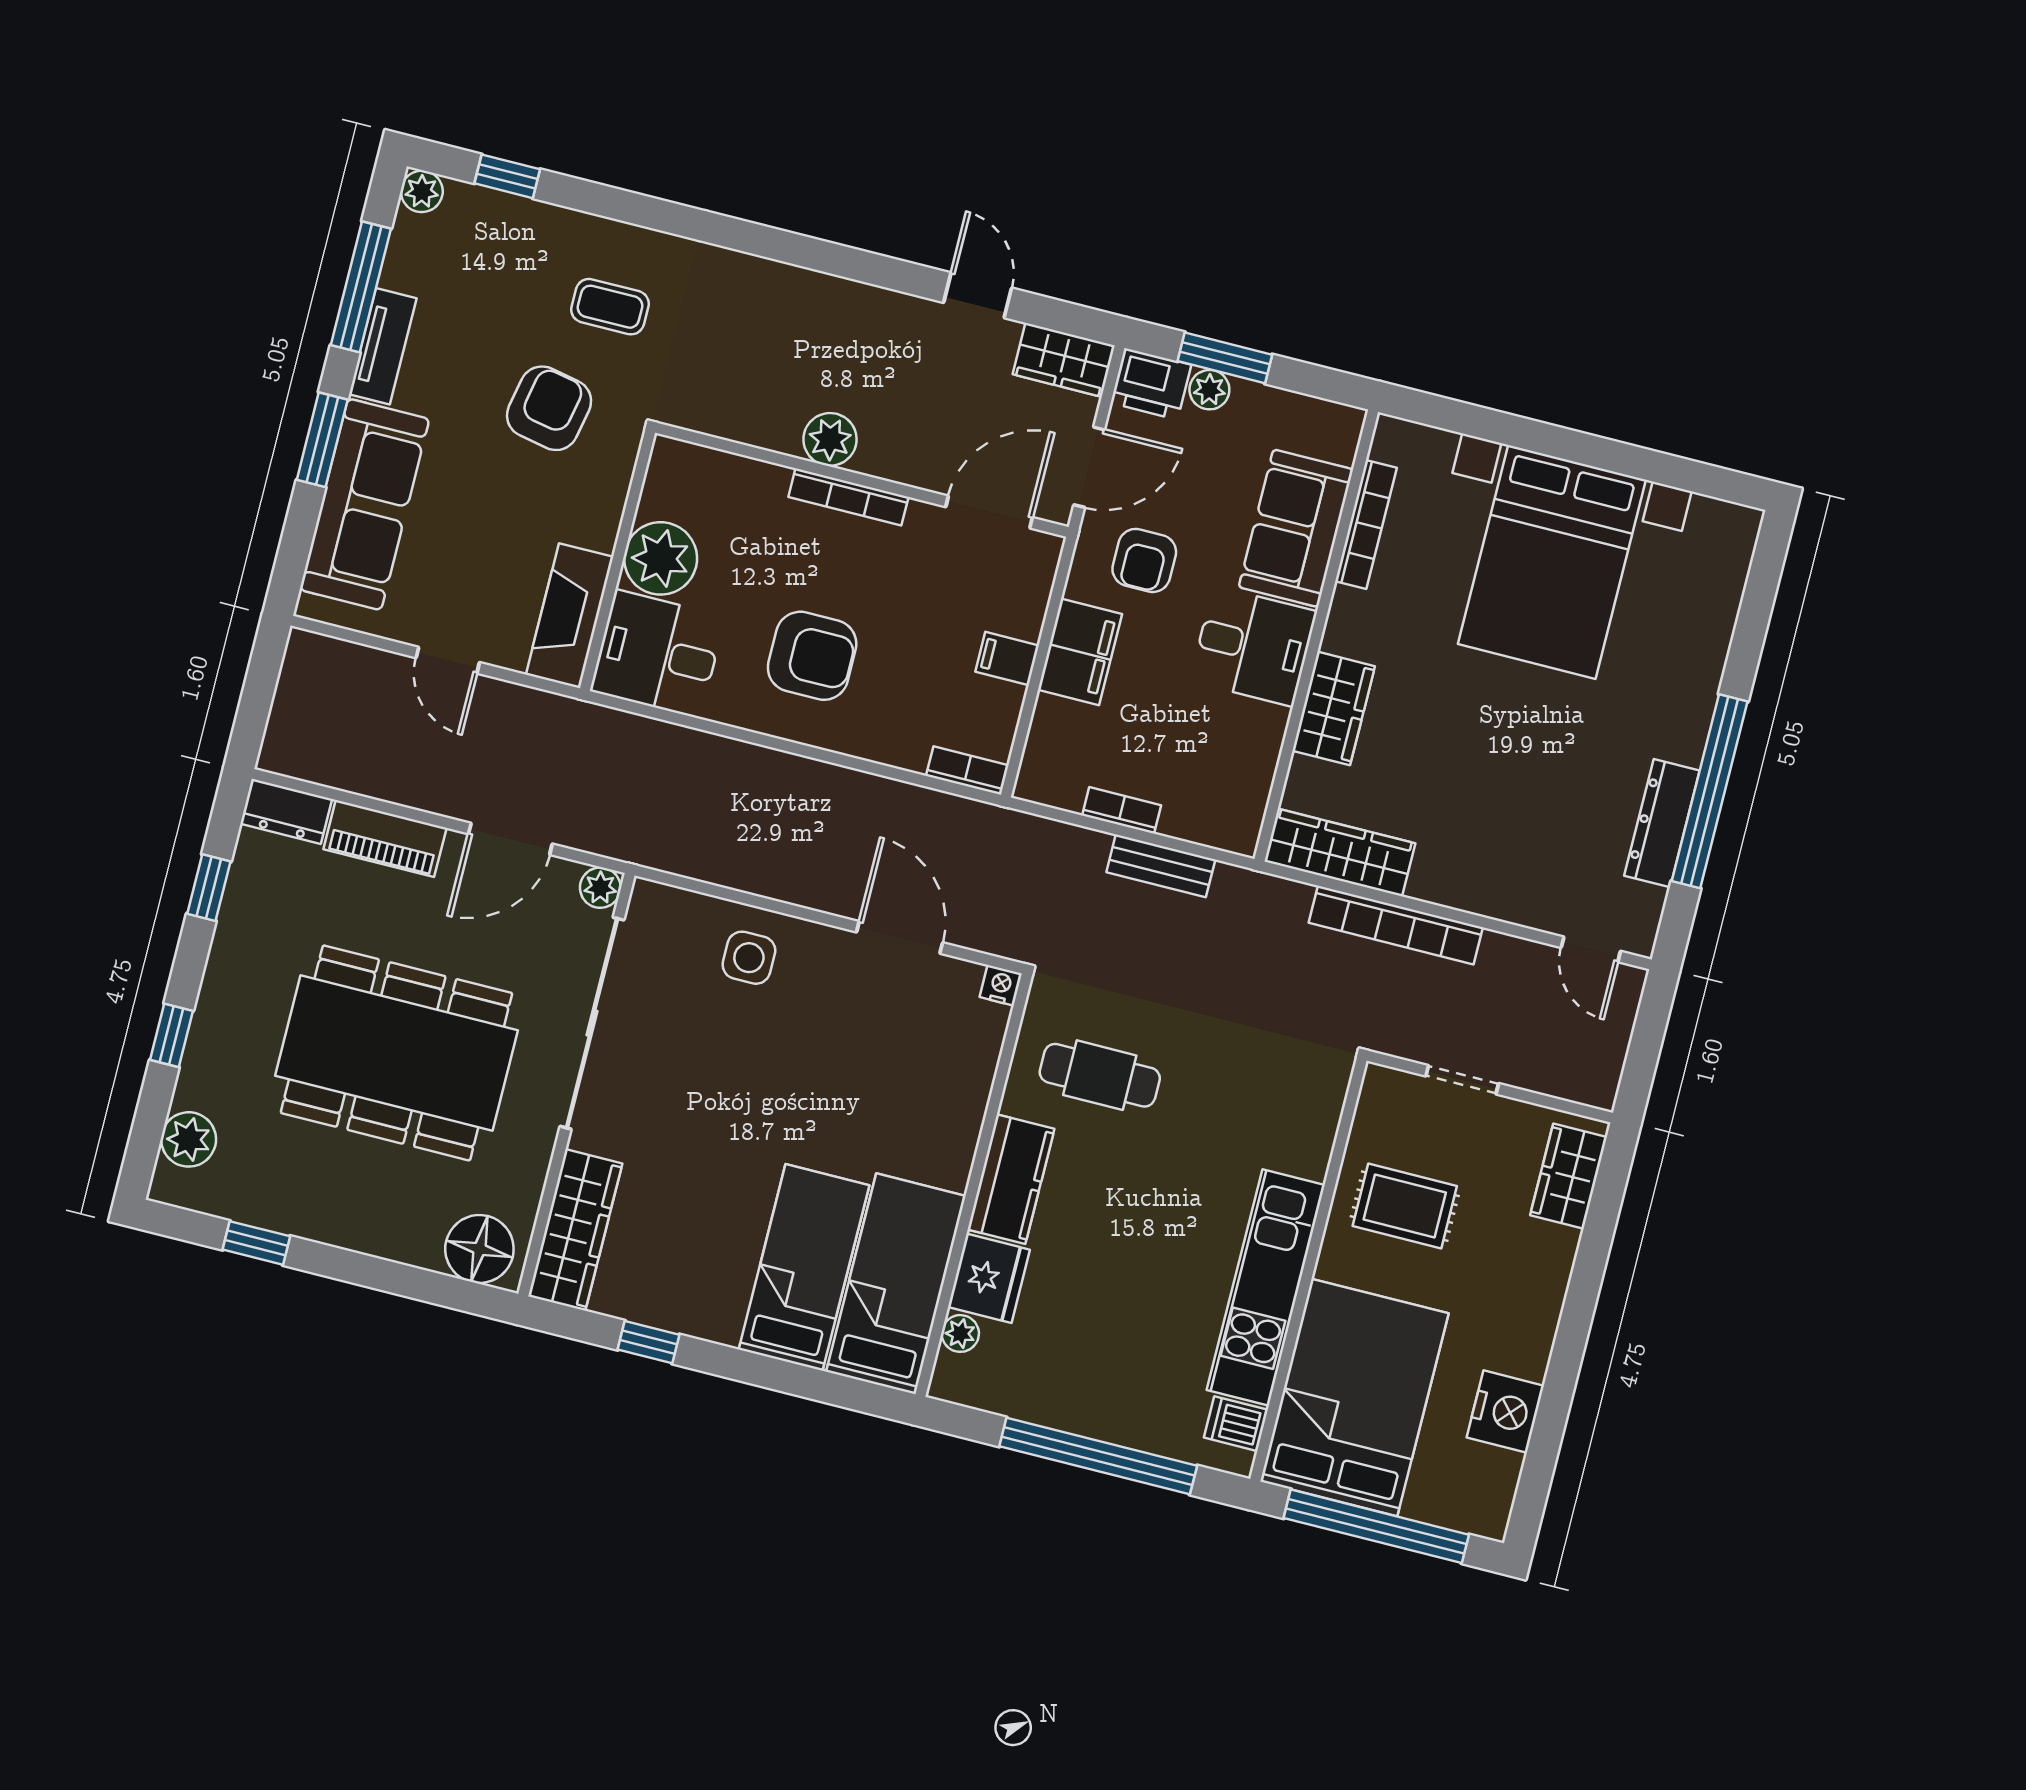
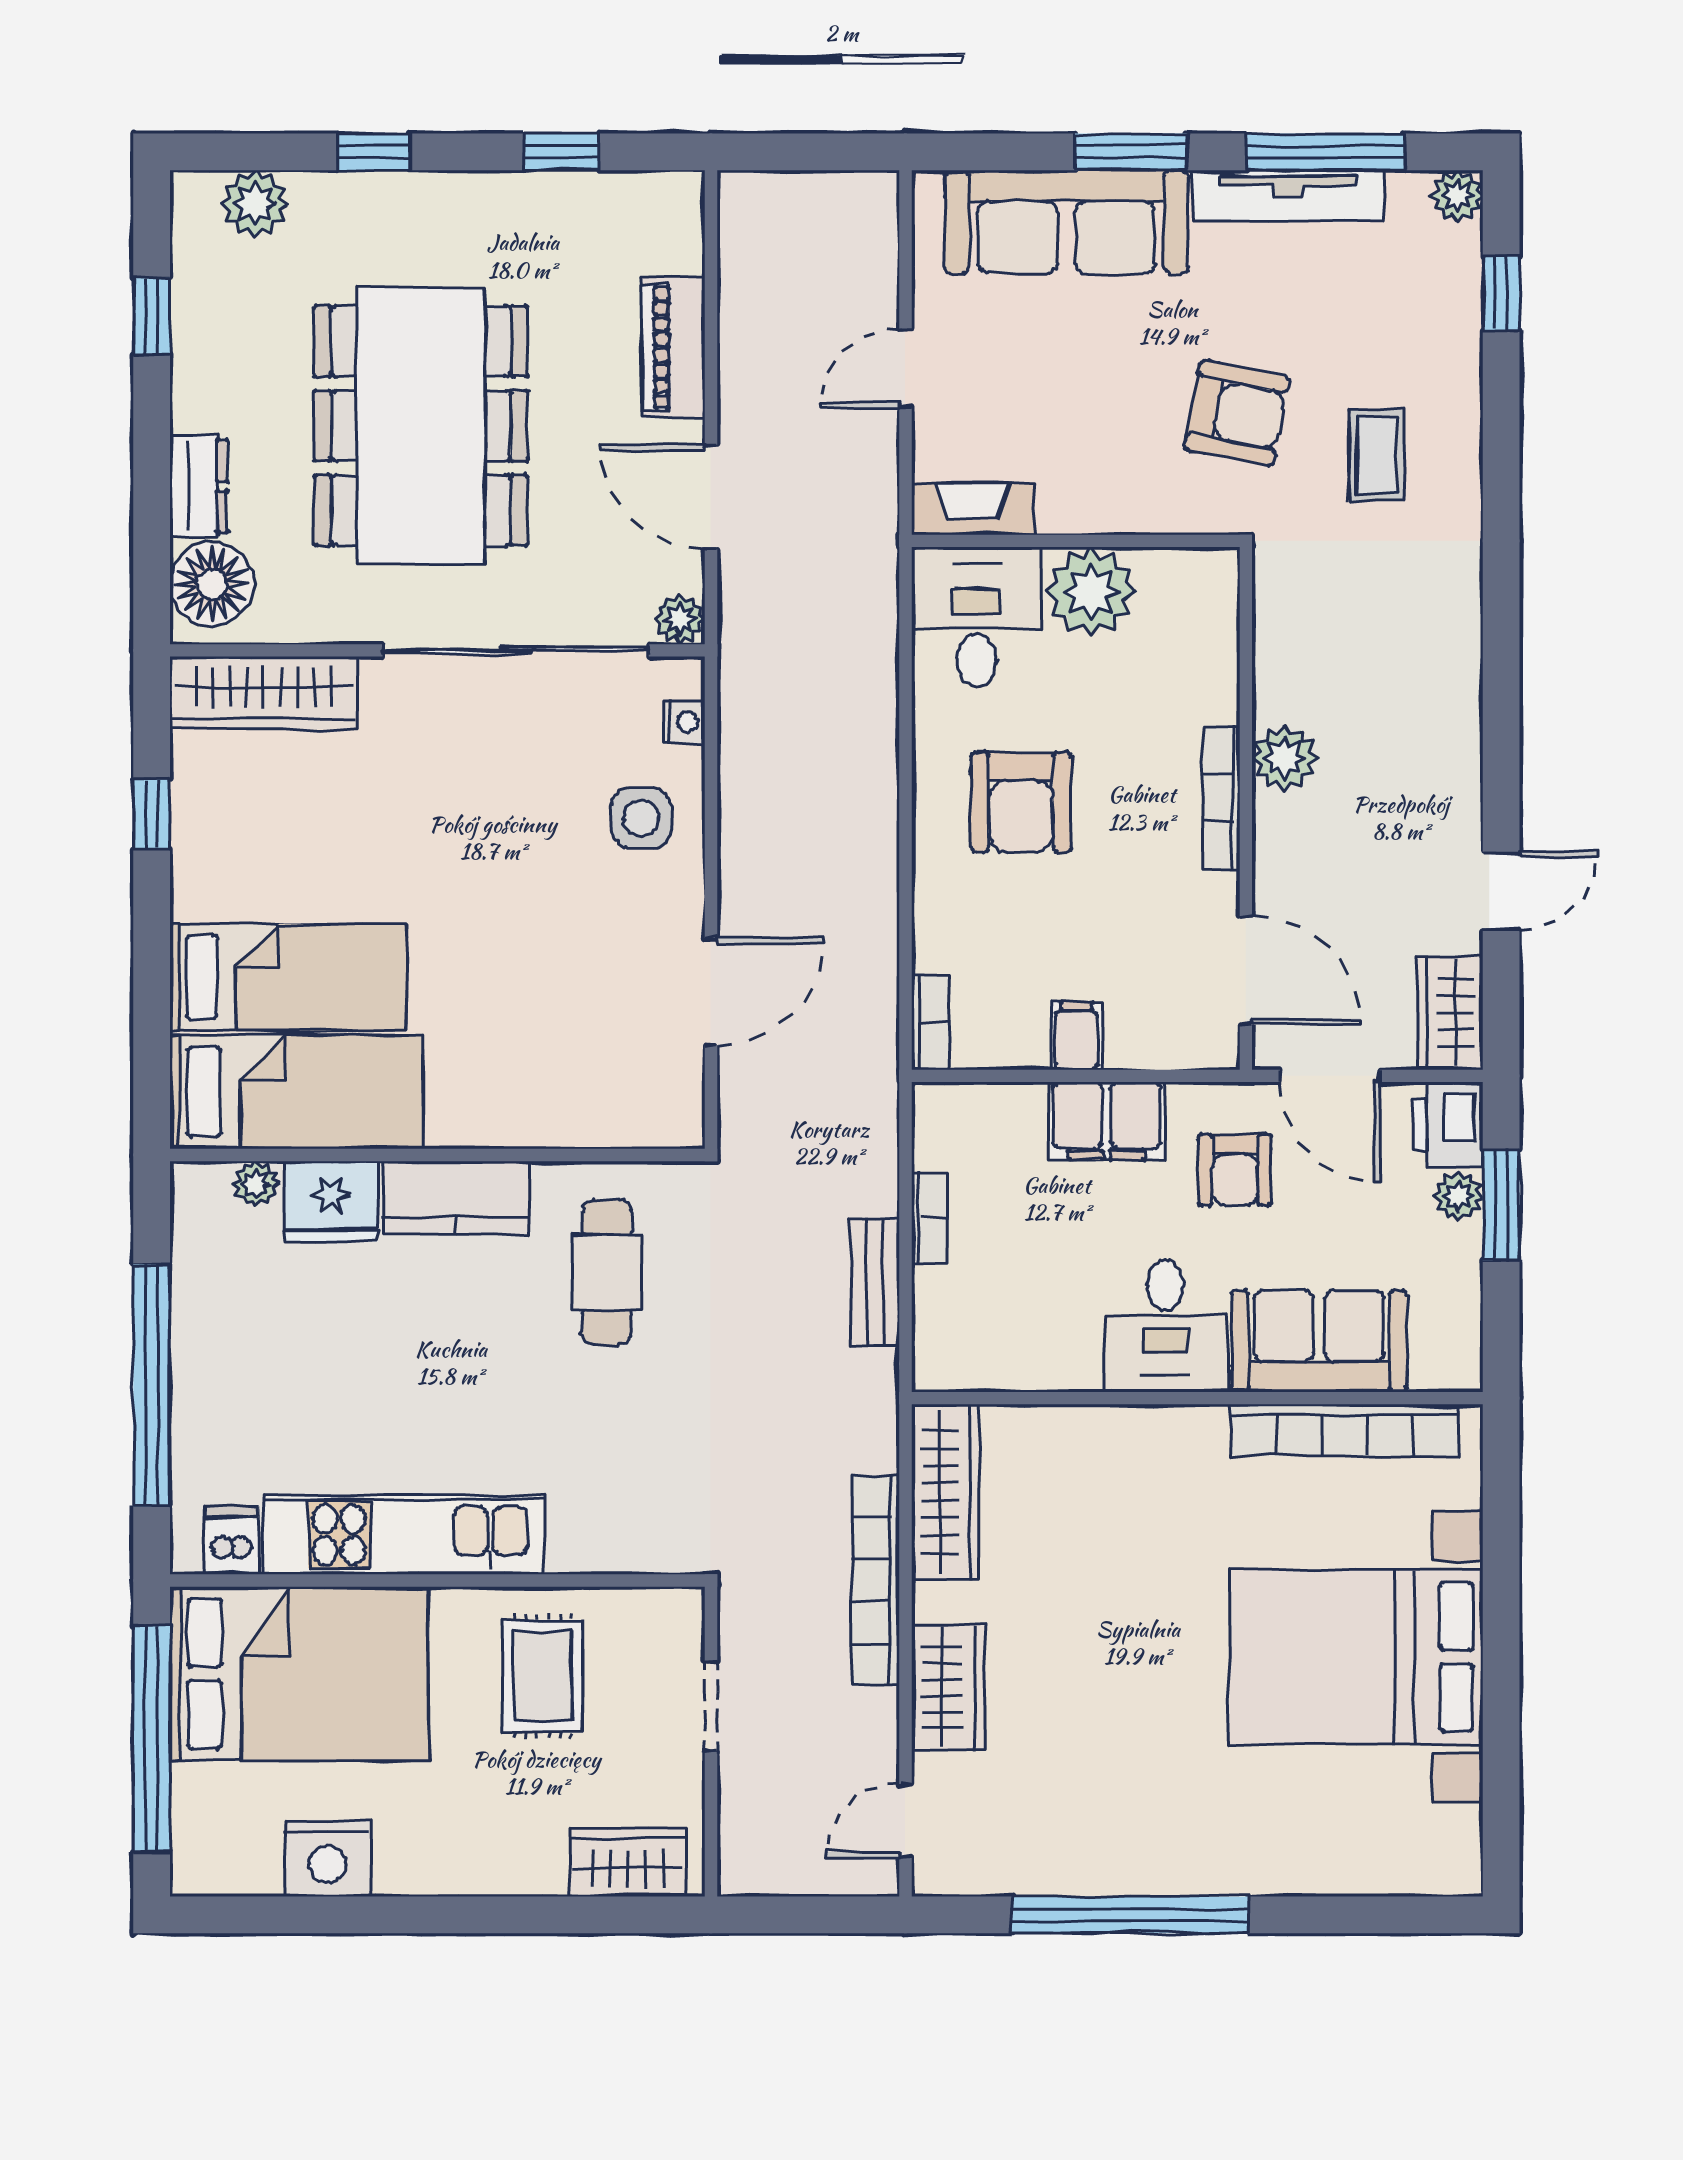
tv unit: (383, 346) -> (1288, 196), width x1.41
bookcase: (1366, 525) -> (1345, 1430), width x1.48, depth x1.31
armchair: (1144, 560) -> (1235, 1170), turned -90
fireplace: (570, 616) -> (973, 509), width x0.73, depth x0.76
wardrobe: (1334, 708) -> (948, 1688), moved, turned -90
dresser: (286, 811) -> (199, 486), moved, turned 180
dresser: (1662, 823) -> (1078, 1868), removed
nightstand: (1001, 985) -> (684, 722), moved

